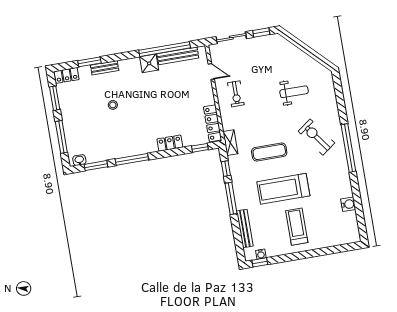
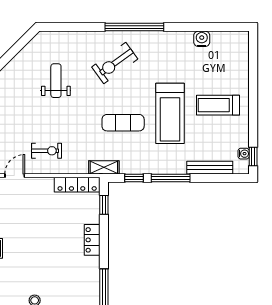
exercise mat: (269, 152) -> (123, 123), turned 90

